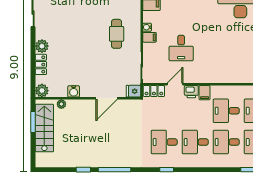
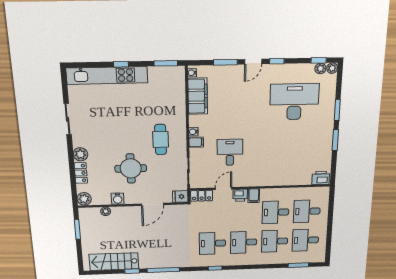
desk: (181, 48) -> (230, 152), turned 180
round table: (88, 61) -> (131, 168), added
stairs: (44, 128) -> (114, 262), moved, turned -90

